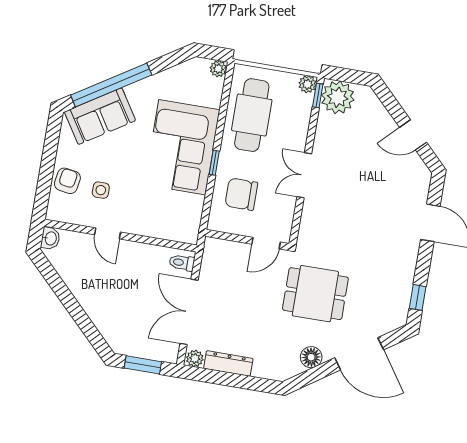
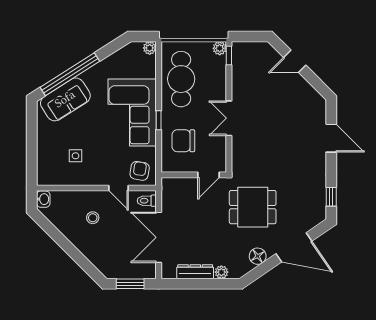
plant: (338, 97) -> (244, 54), removed
door: (413, 135) -> (295, 61), moved
armchair: (67, 181) -> (140, 171), moved
door: (107, 233) -> (118, 188), moved
stool: (109, 273) -> (93, 218), added
plant: (195, 358) -> (221, 272), moved

